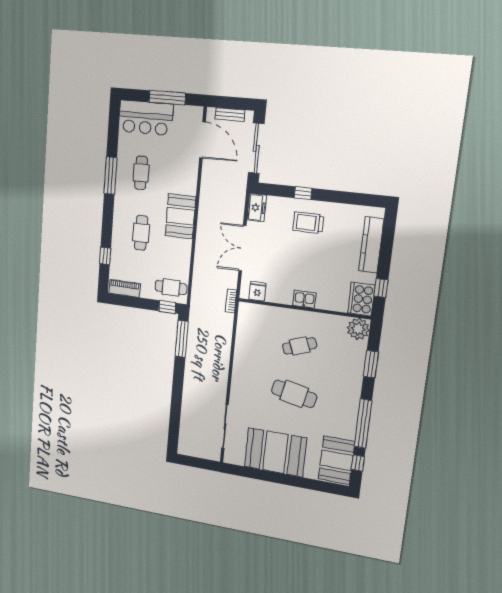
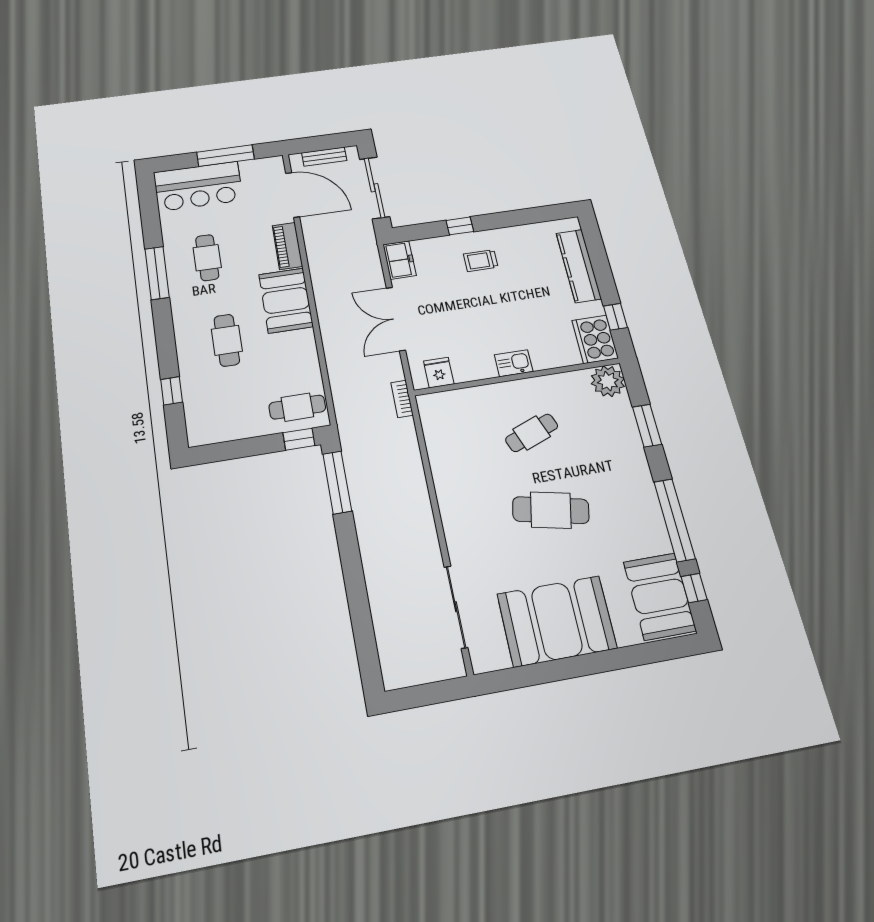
trolley: (308, 223) -> (481, 261), width x0.73, depth x0.72
piano: (125, 288) -> (287, 246), moved, turned -90

